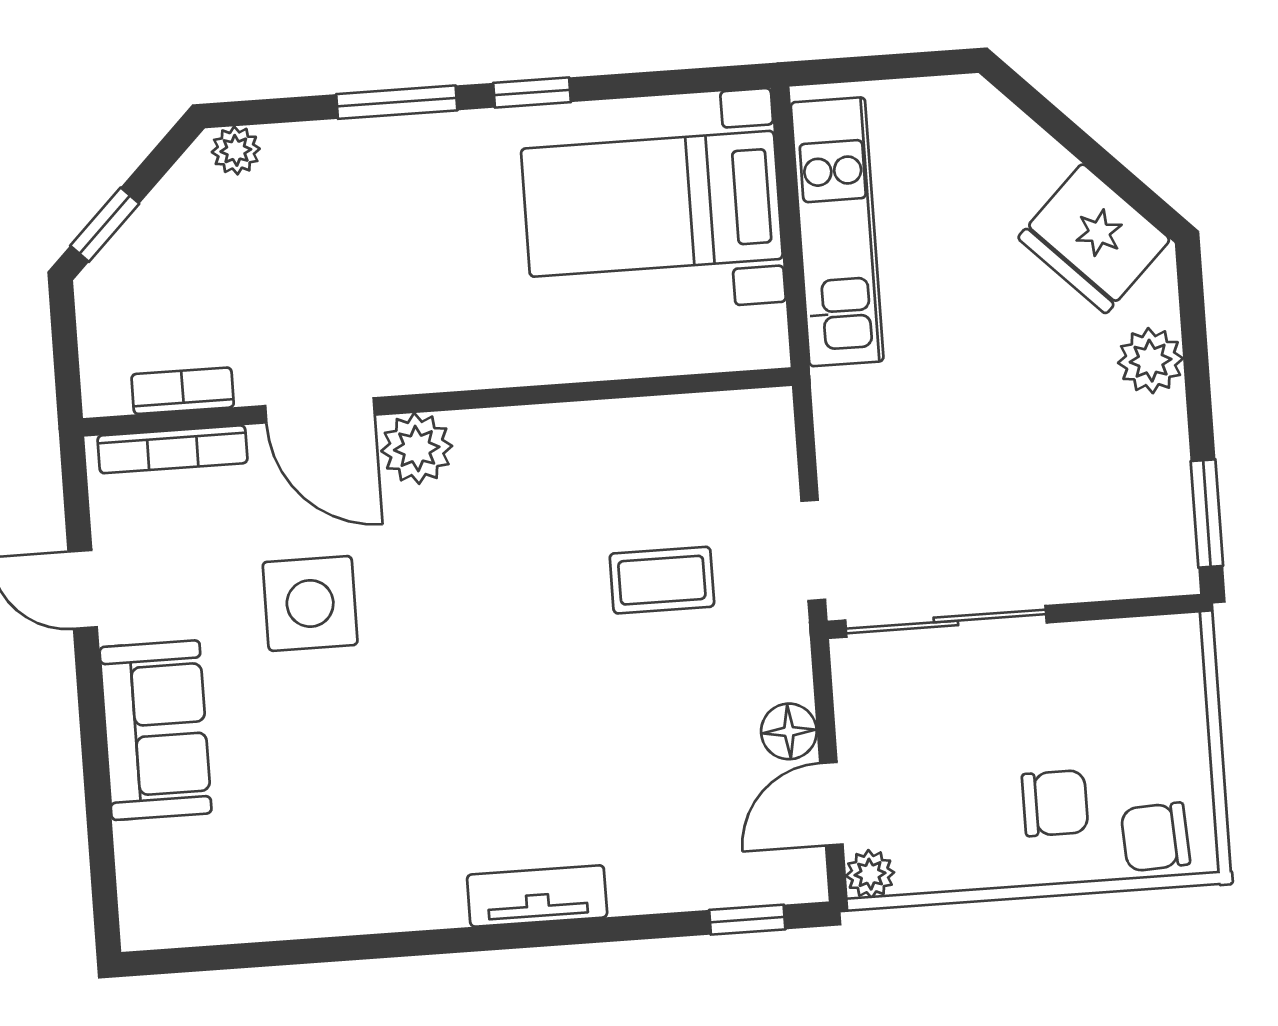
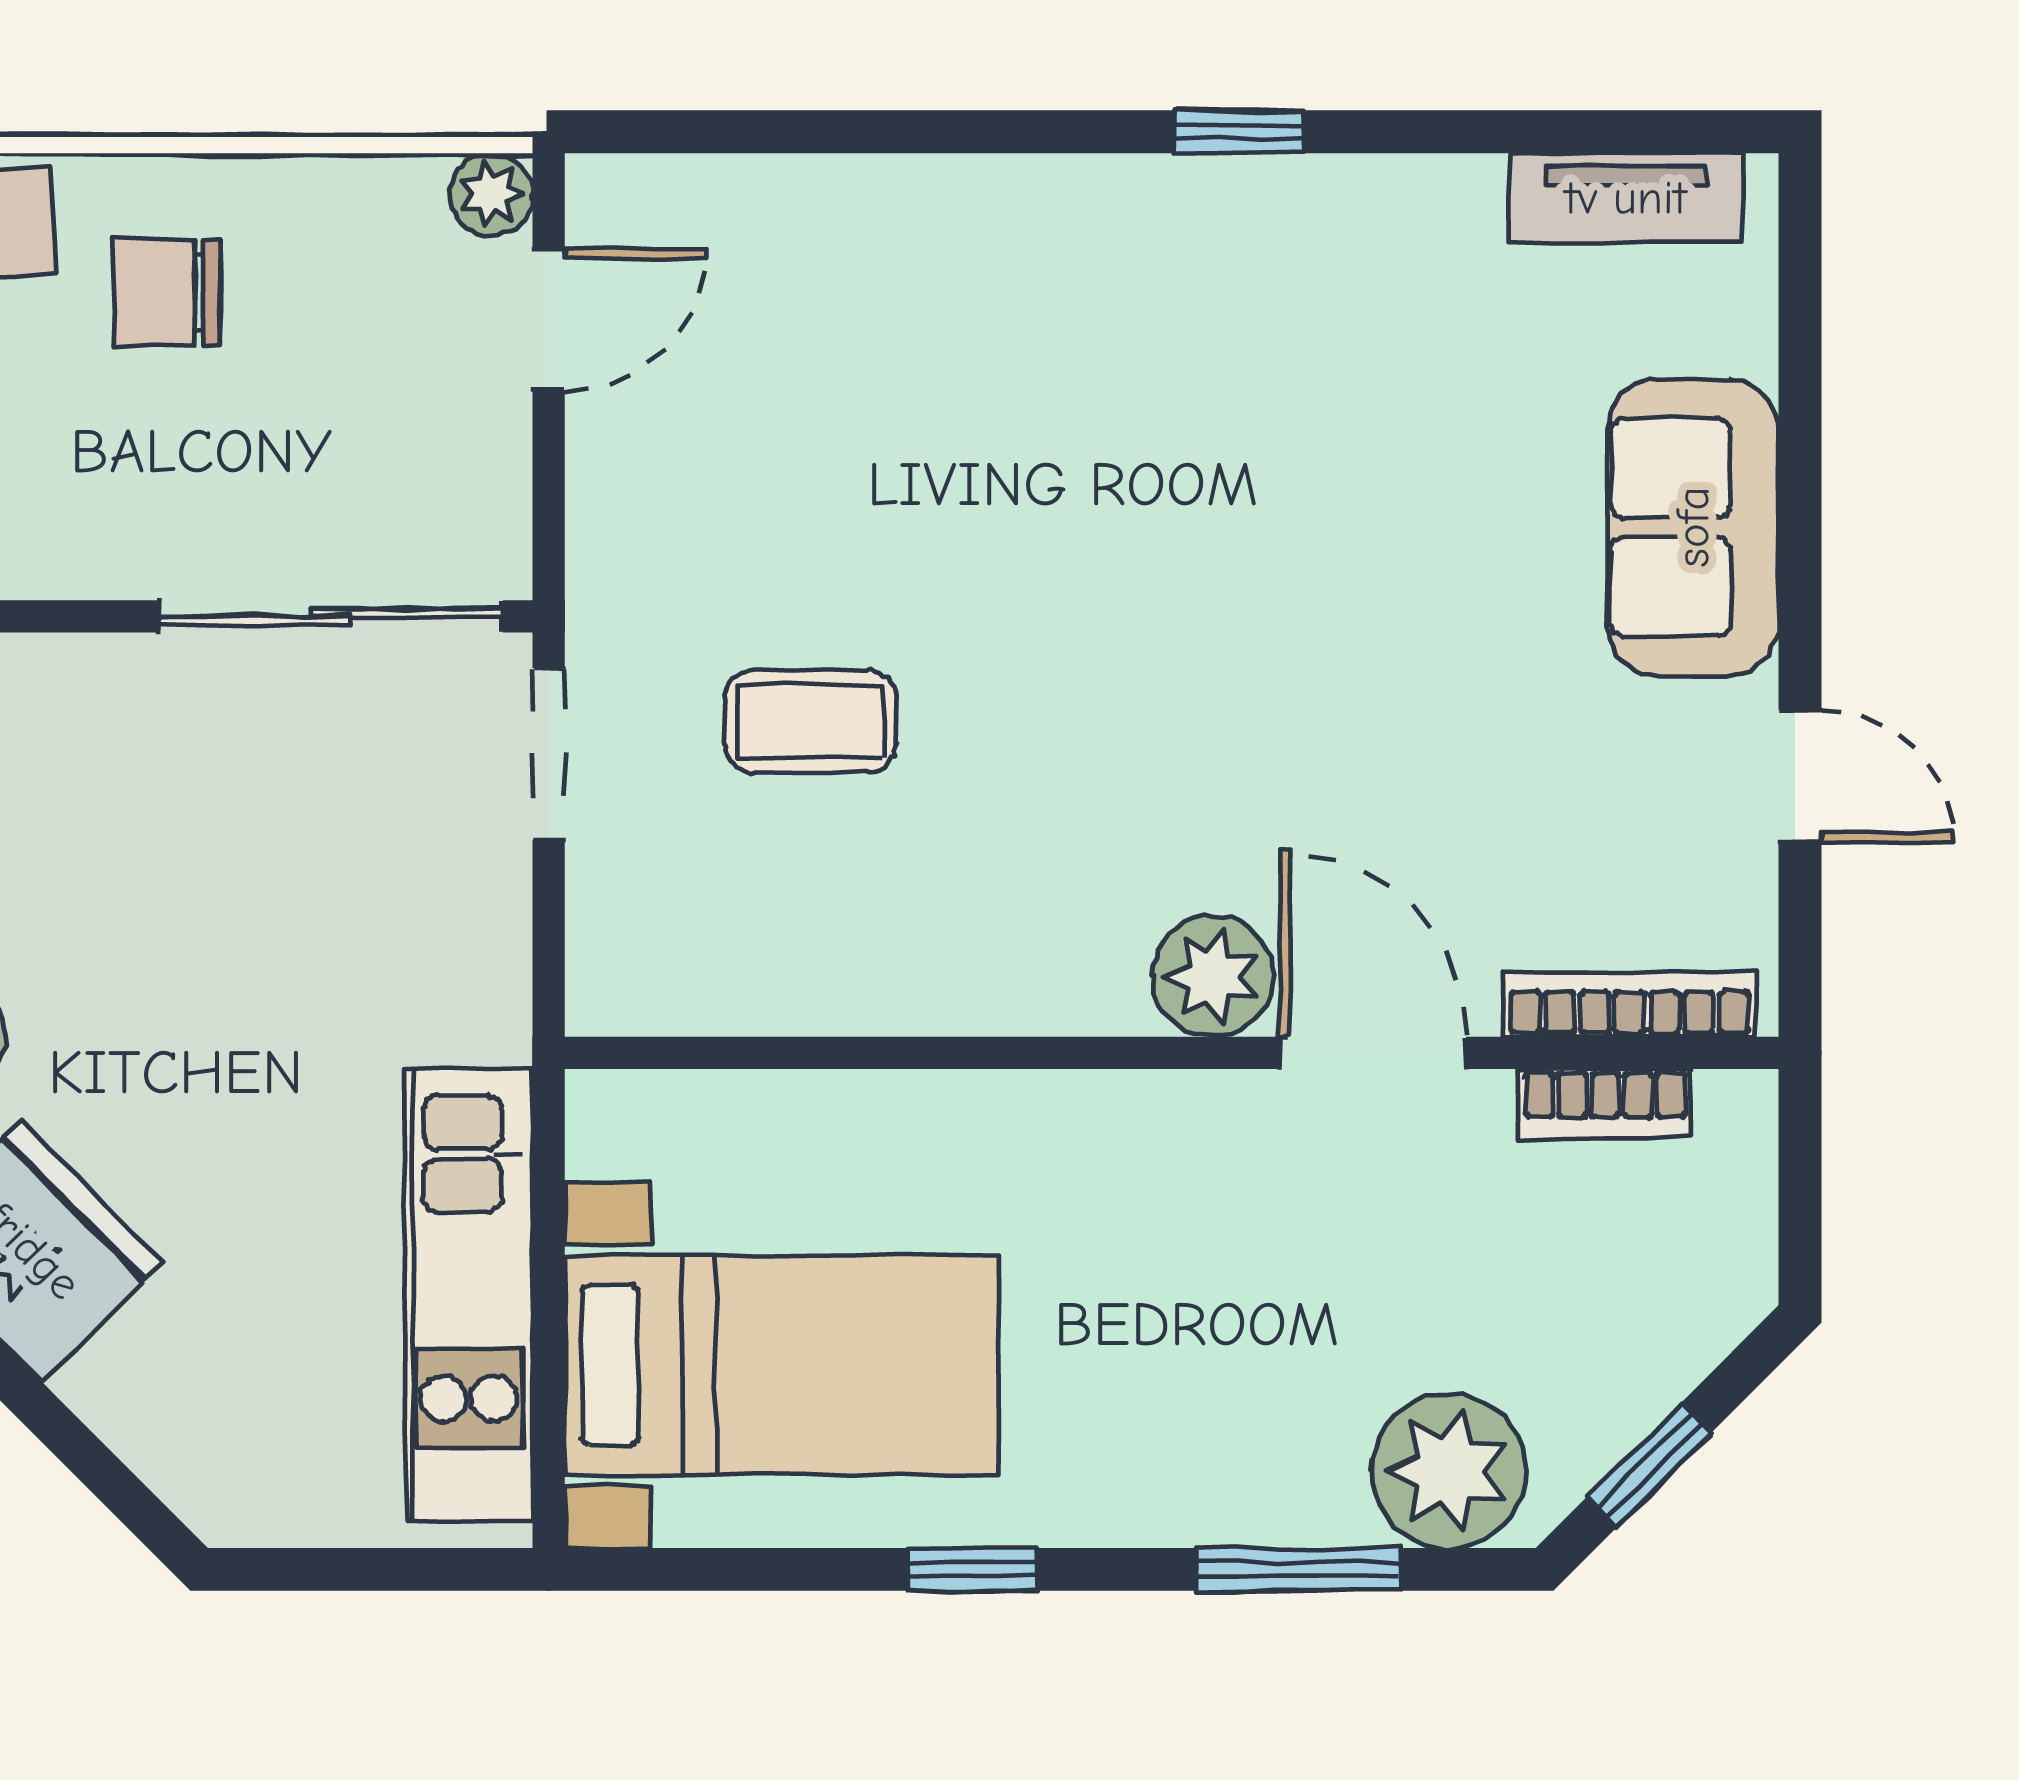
window: (397, 102) -> (1298, 1569), moved
plant: (236, 150) -> (1449, 1471), width x1.88, depth x1.88
window: (105, 225) -> (1649, 1465), moved
side table: (310, 603) -> (1414, 725), removed
floor lamp: (789, 731) -> (612, 448), removed
tv unit: (537, 896) -> (1626, 198), moved
window: (747, 920) -> (1240, 132), moved

